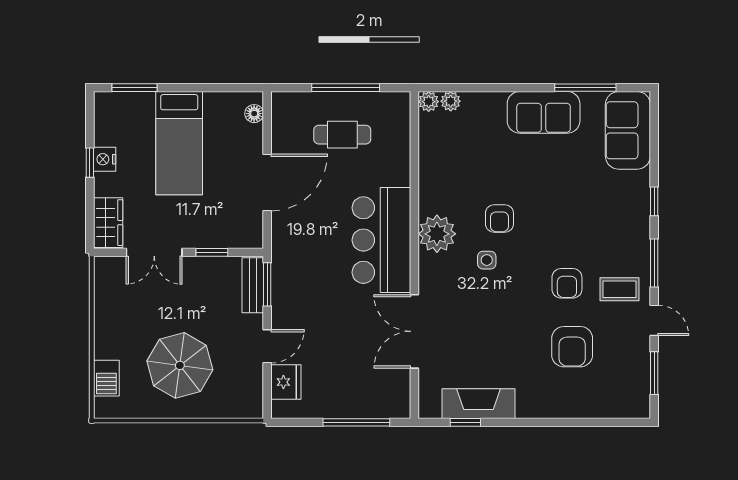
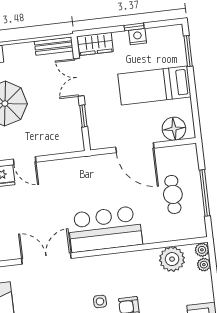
floor lamp: (254, 114) -> (174, 129), width x1.89, depth x1.89
plant: (437, 234) -> (172, 259), moved
window: (267, 284) -> (66, 156), removed
bench: (253, 285) -> (54, 46), moved

